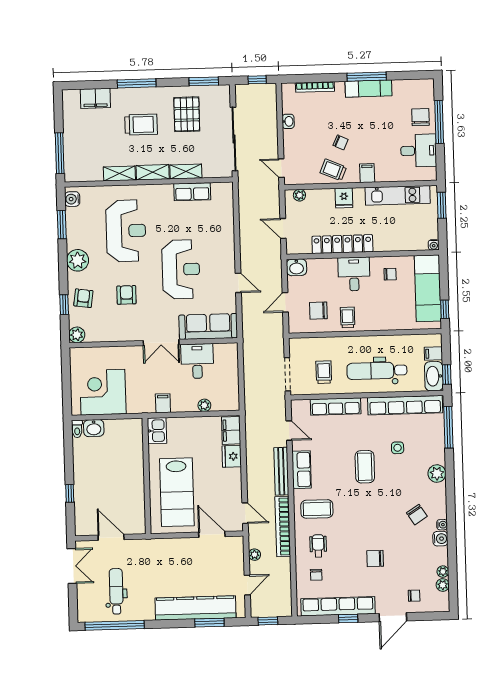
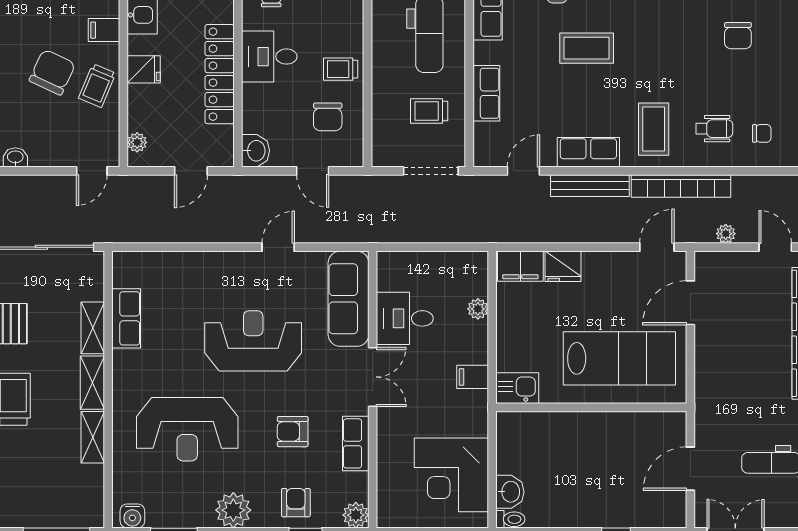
chair: (341, 142) -> (52, 72), width x1.87, depth x1.87
reception desk: (126, 231) -> (187, 429), turned 180
armchair: (83, 298) -> (296, 503), turned 82
row of seats: (120, 333) -> (356, 443), added
row of seats: (336, 407) -> (486, 93), width x0.68
wheelchair: (318, 546) -> (714, 129), turned 180

